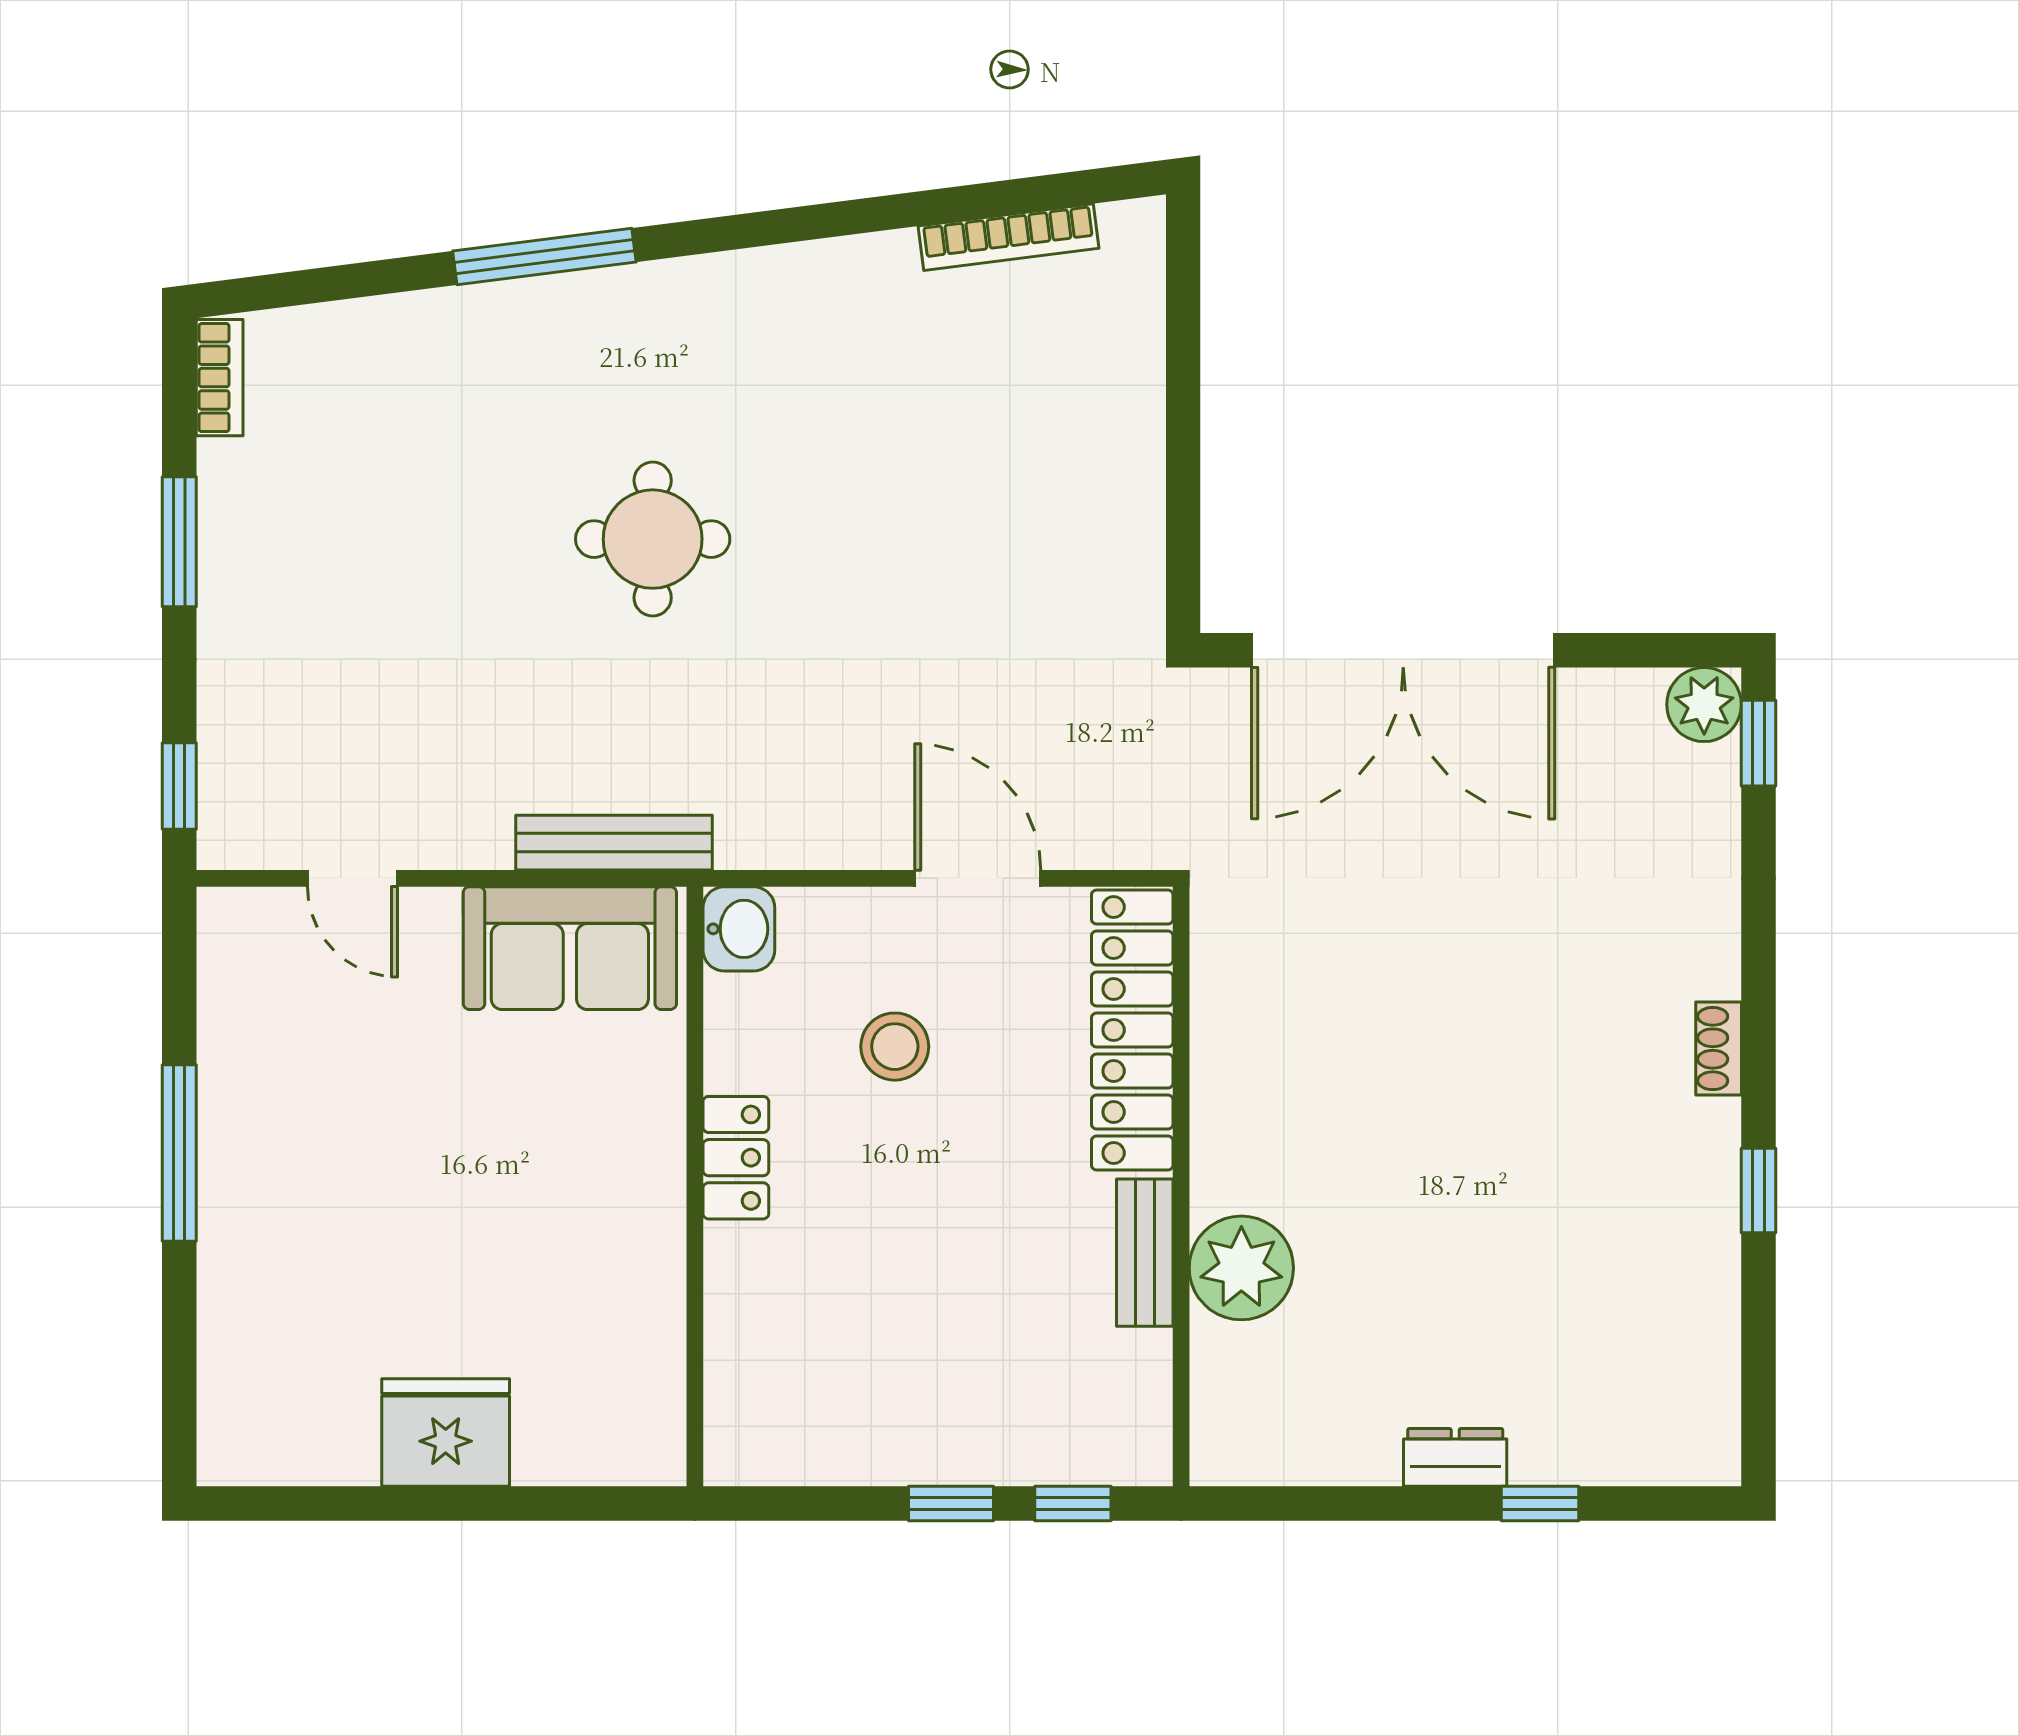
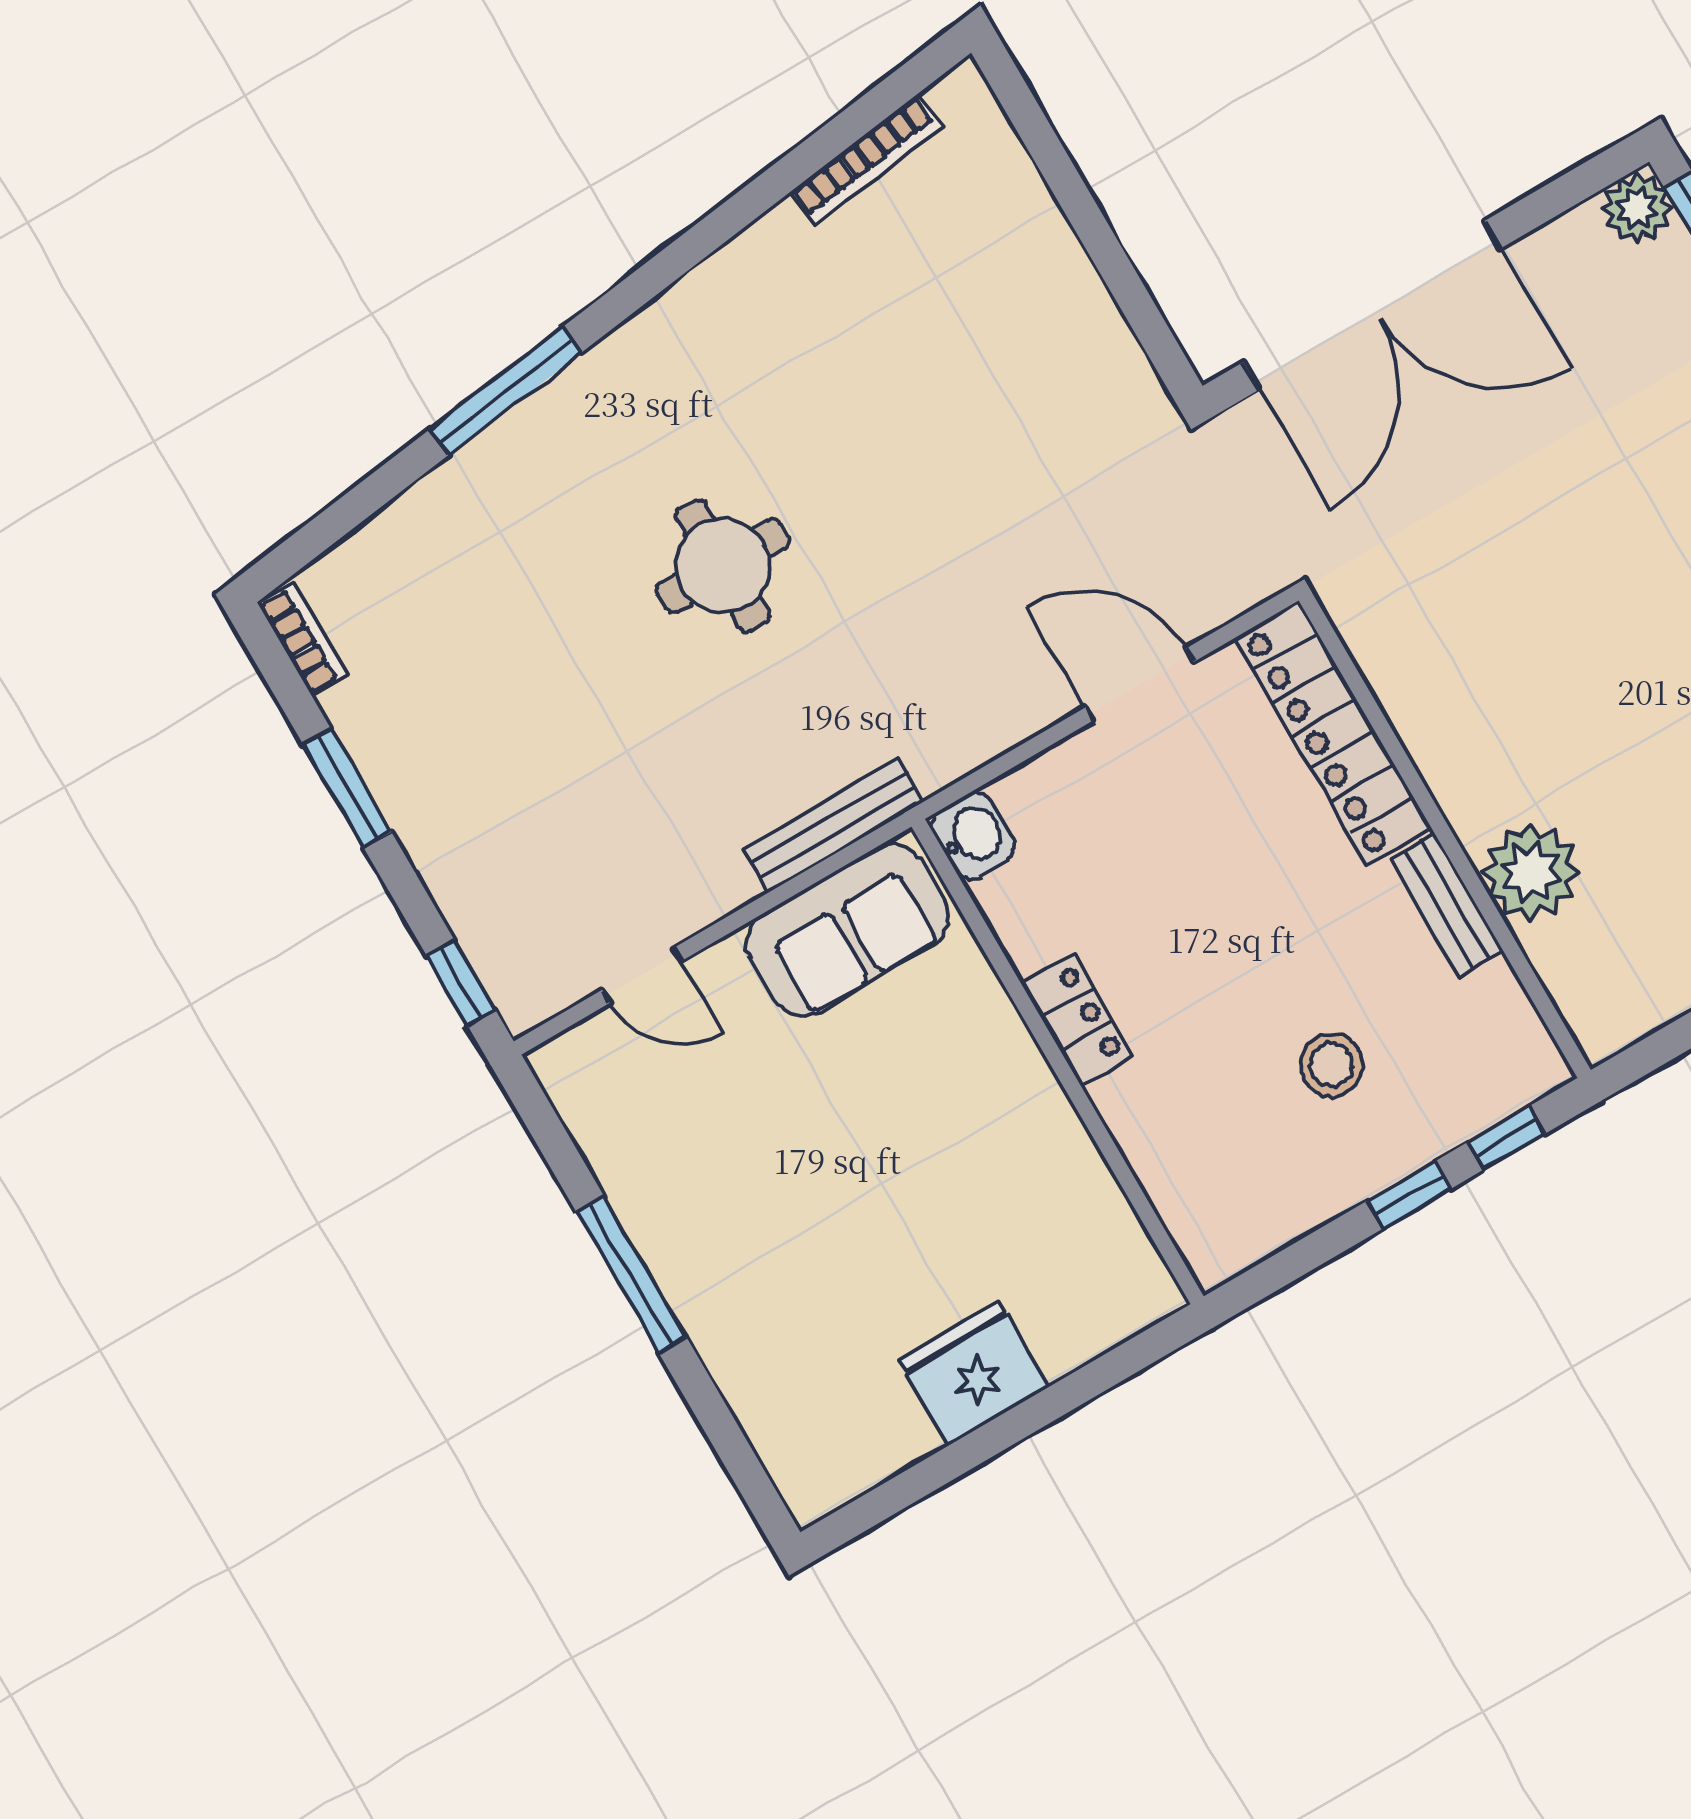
stool: (895, 1047) -> (1332, 1065), moved

